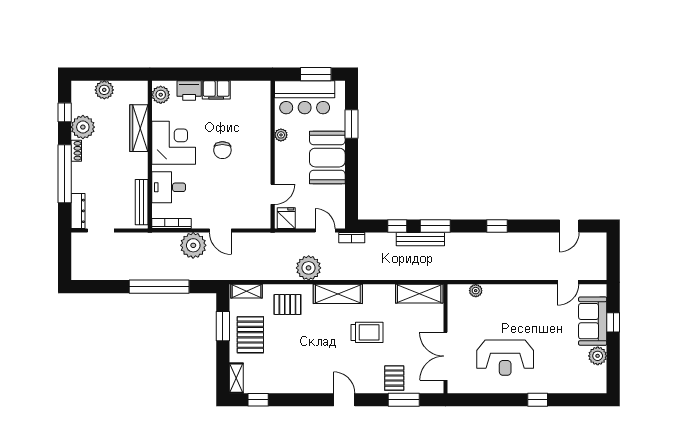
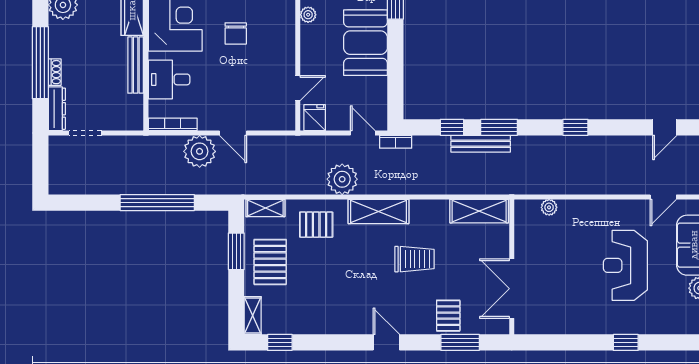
shoe rack: (76, 151) -> (55, 72), moved
bench: (142, 202) -> (136, 65), moved
reception desk: (505, 358) -> (625, 265), moved, turned 90

